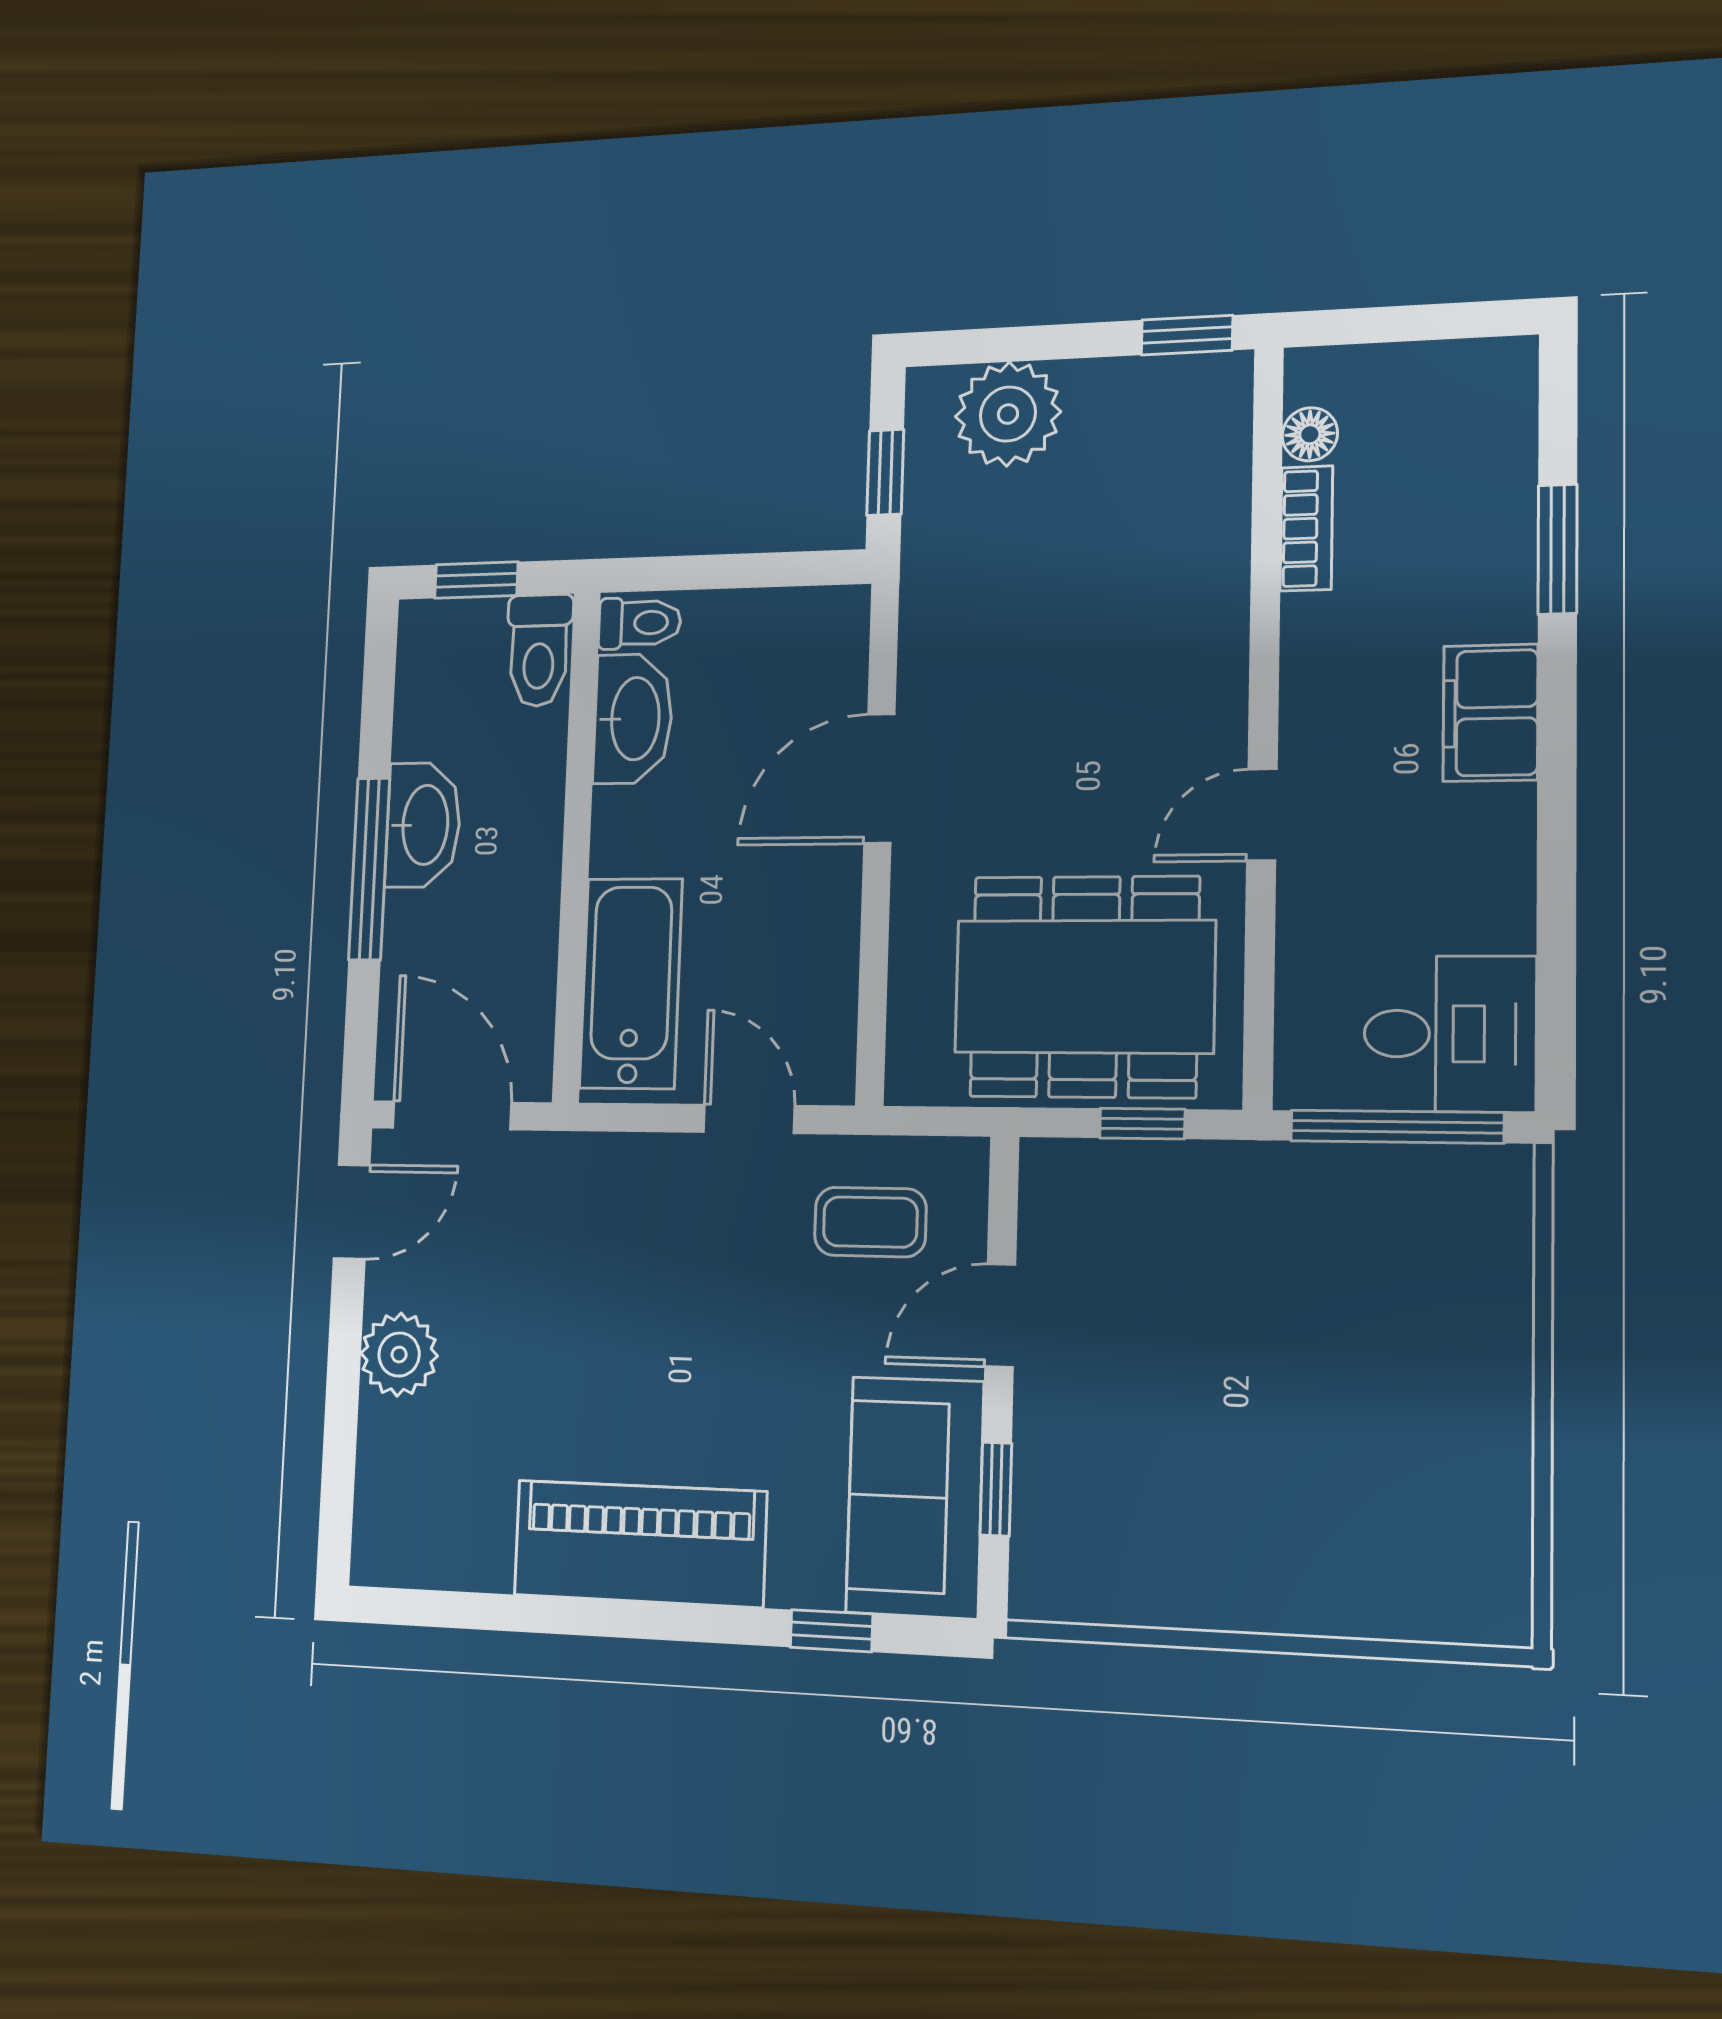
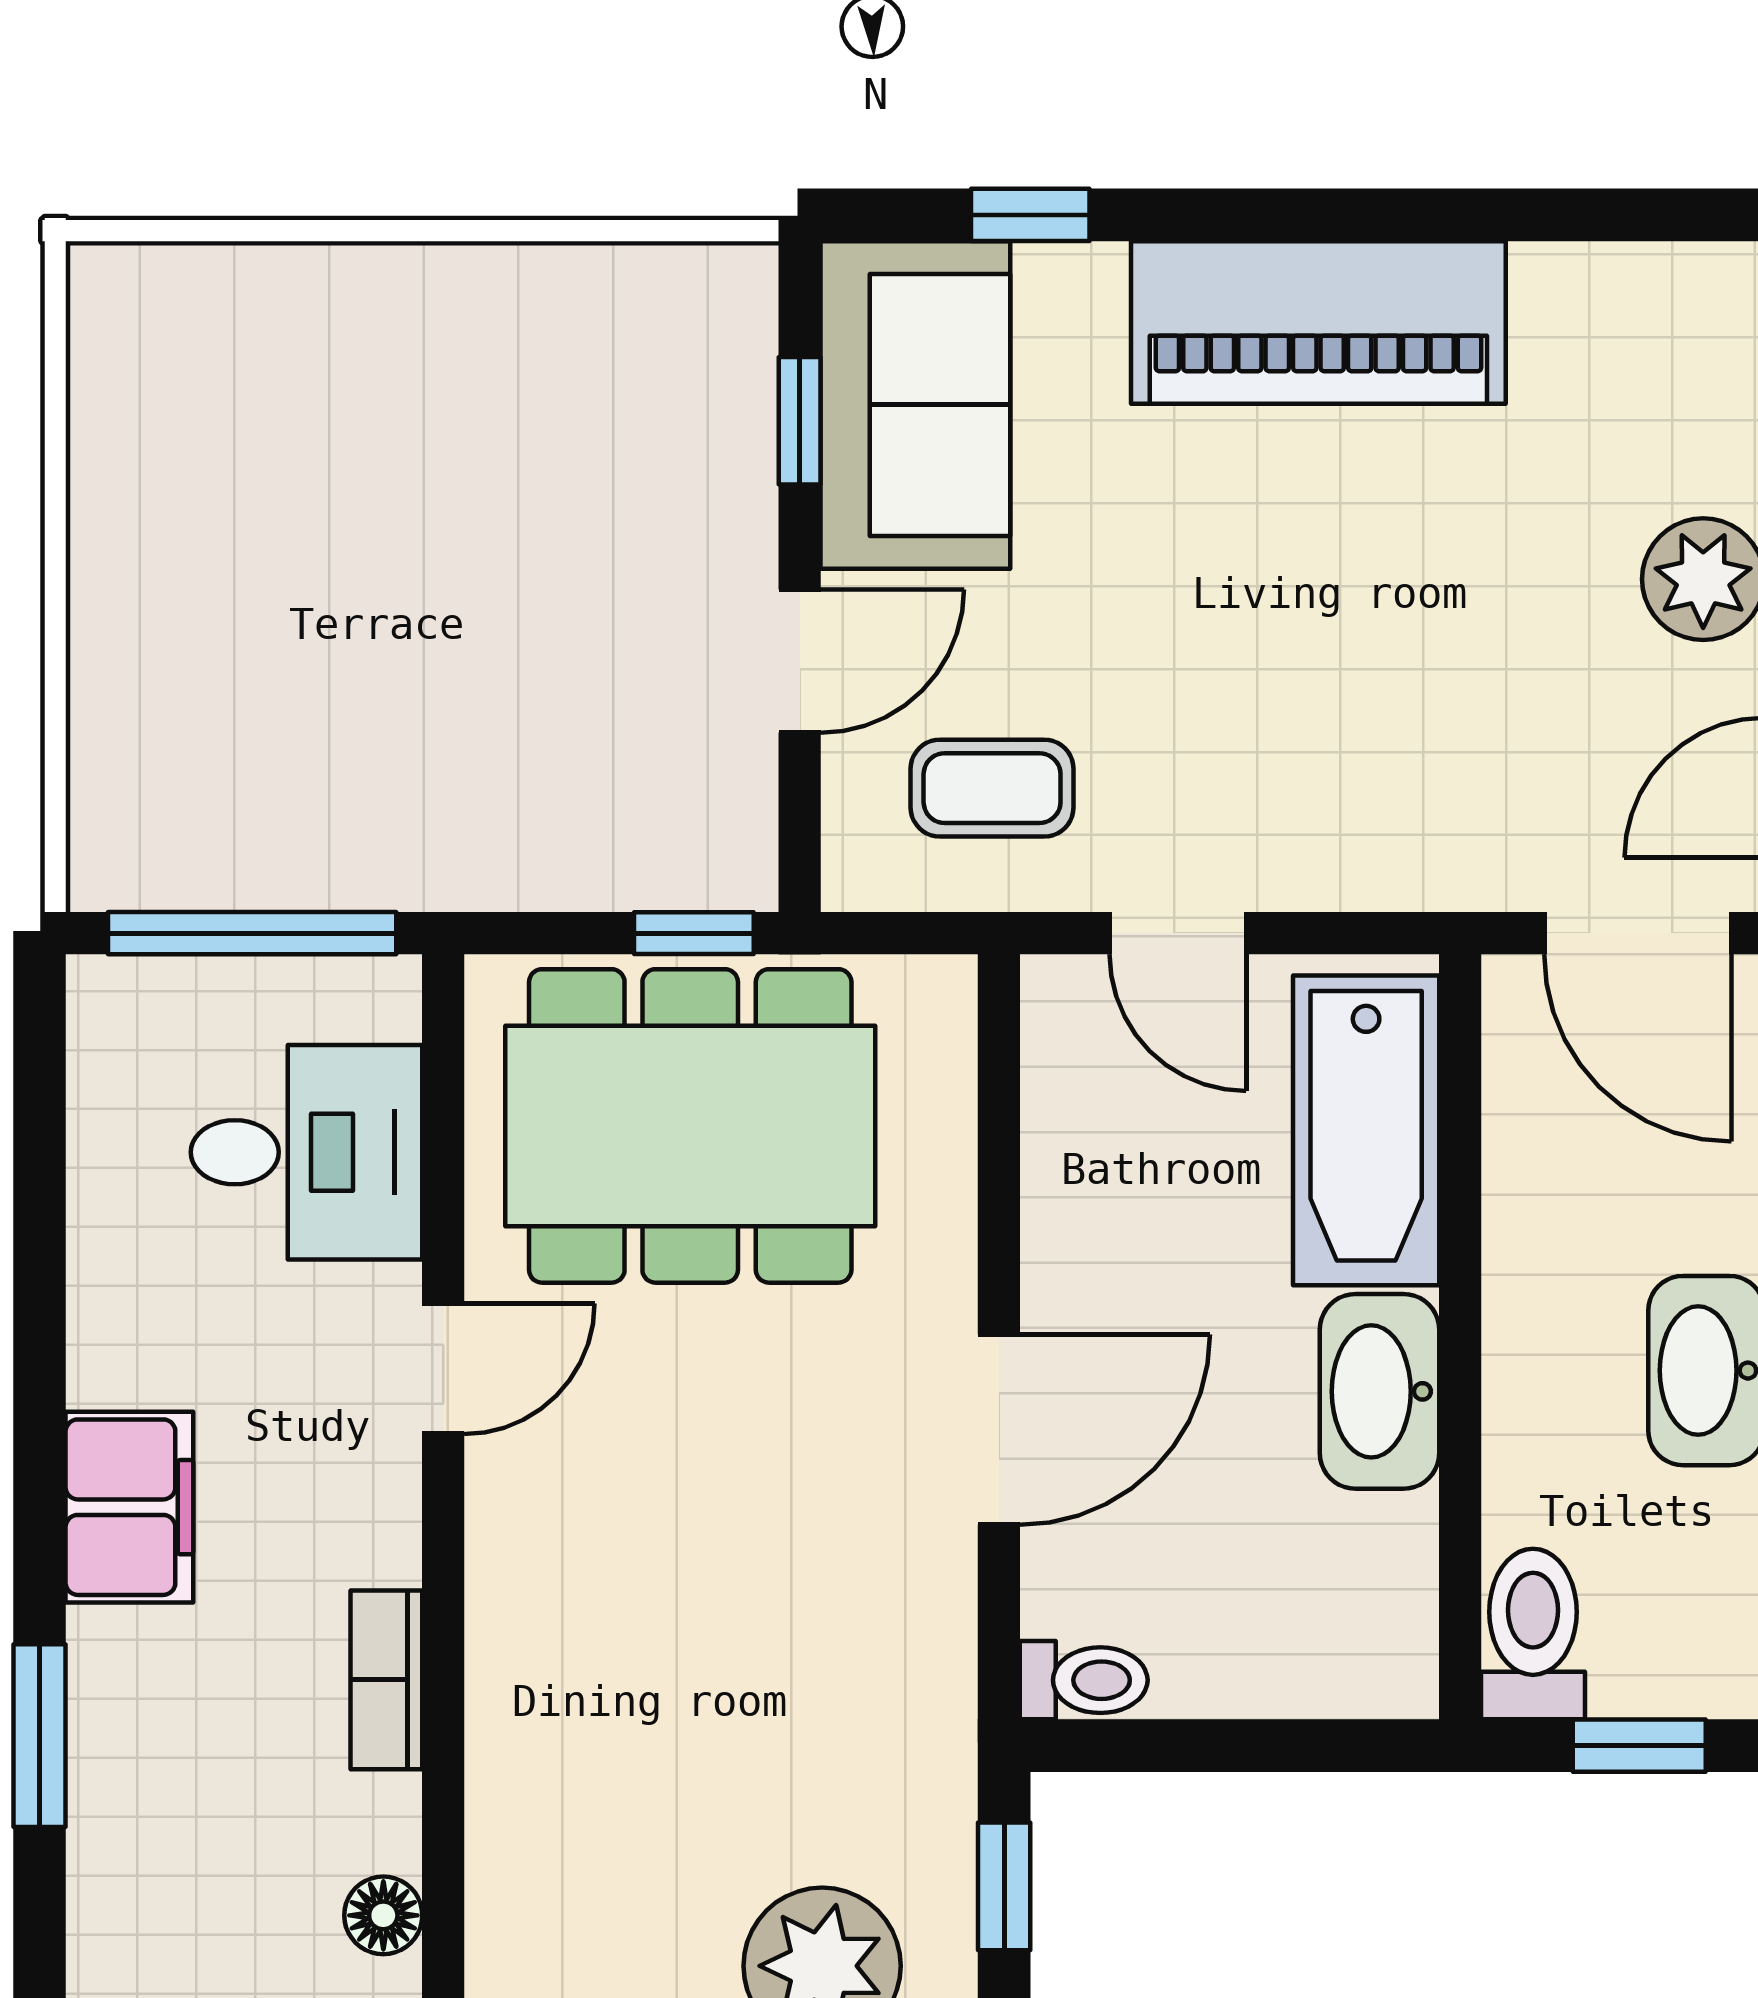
bookcase: (1306, 528) -> (386, 1680), moved
toilet: (640, 623) -> (1084, 1680), moved, turned 180
washbasin: (633, 719) -> (1380, 1391), moved
desk: (1450, 1034) -> (307, 1152), moved, turned 180
window: (1142, 1124) -> (694, 933), moved

